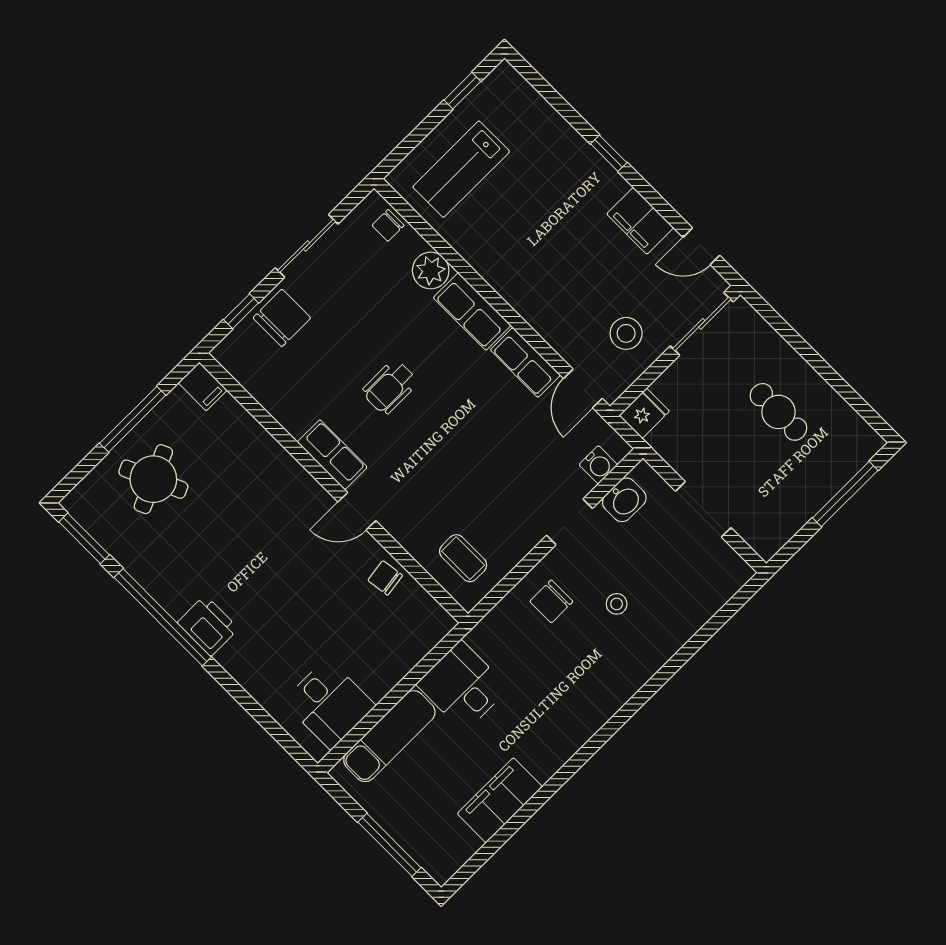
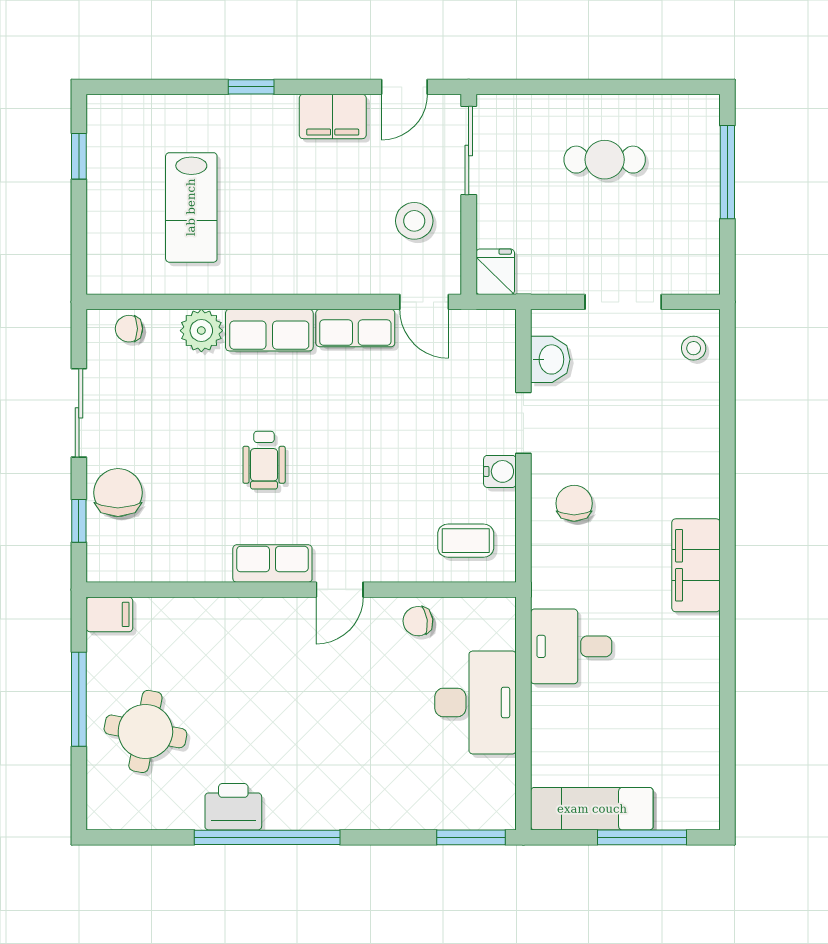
lab bench: (461, 169) -> (191, 207), moved
chair: (388, 225) -> (129, 329), turned 90
water cooler: (598, 465) -> (500, 471), moved
round table: (153, 479) -> (145, 731), turned 35
window: (84, 538) -> (471, 837), moved
chair: (551, 601) -> (574, 503), turned 180
stool: (617, 604) -> (694, 348), moved
printer: (208, 626) -> (233, 807), moved
desk: (329, 704) -> (476, 702), moved, width x1.37
exam couch: (389, 736) -> (592, 809), moved, turned -90
filing cabinet: (500, 800) -> (696, 565), moved

